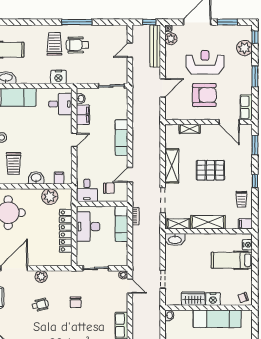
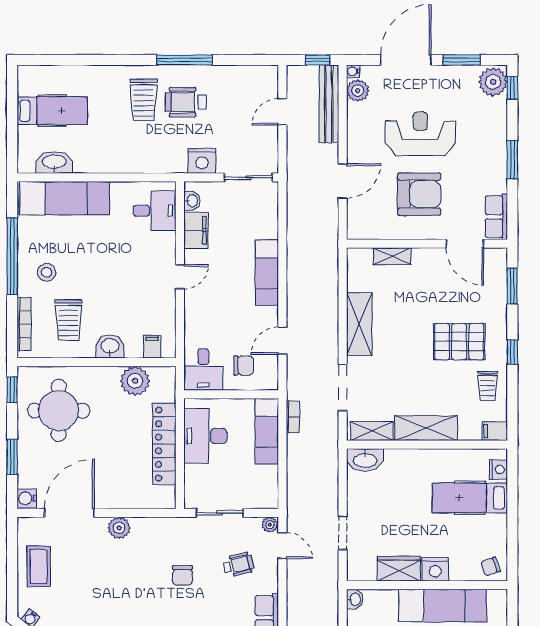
trolley: (54, 44) -> (144, 100), turned 180
plant: (244, 48) -> (493, 82), moved
nightstand: (58, 77) -> (202, 161), moved
pallet: (210, 170) -> (459, 342), moved
wheelchair: (40, 305) -> (238, 565), moved

